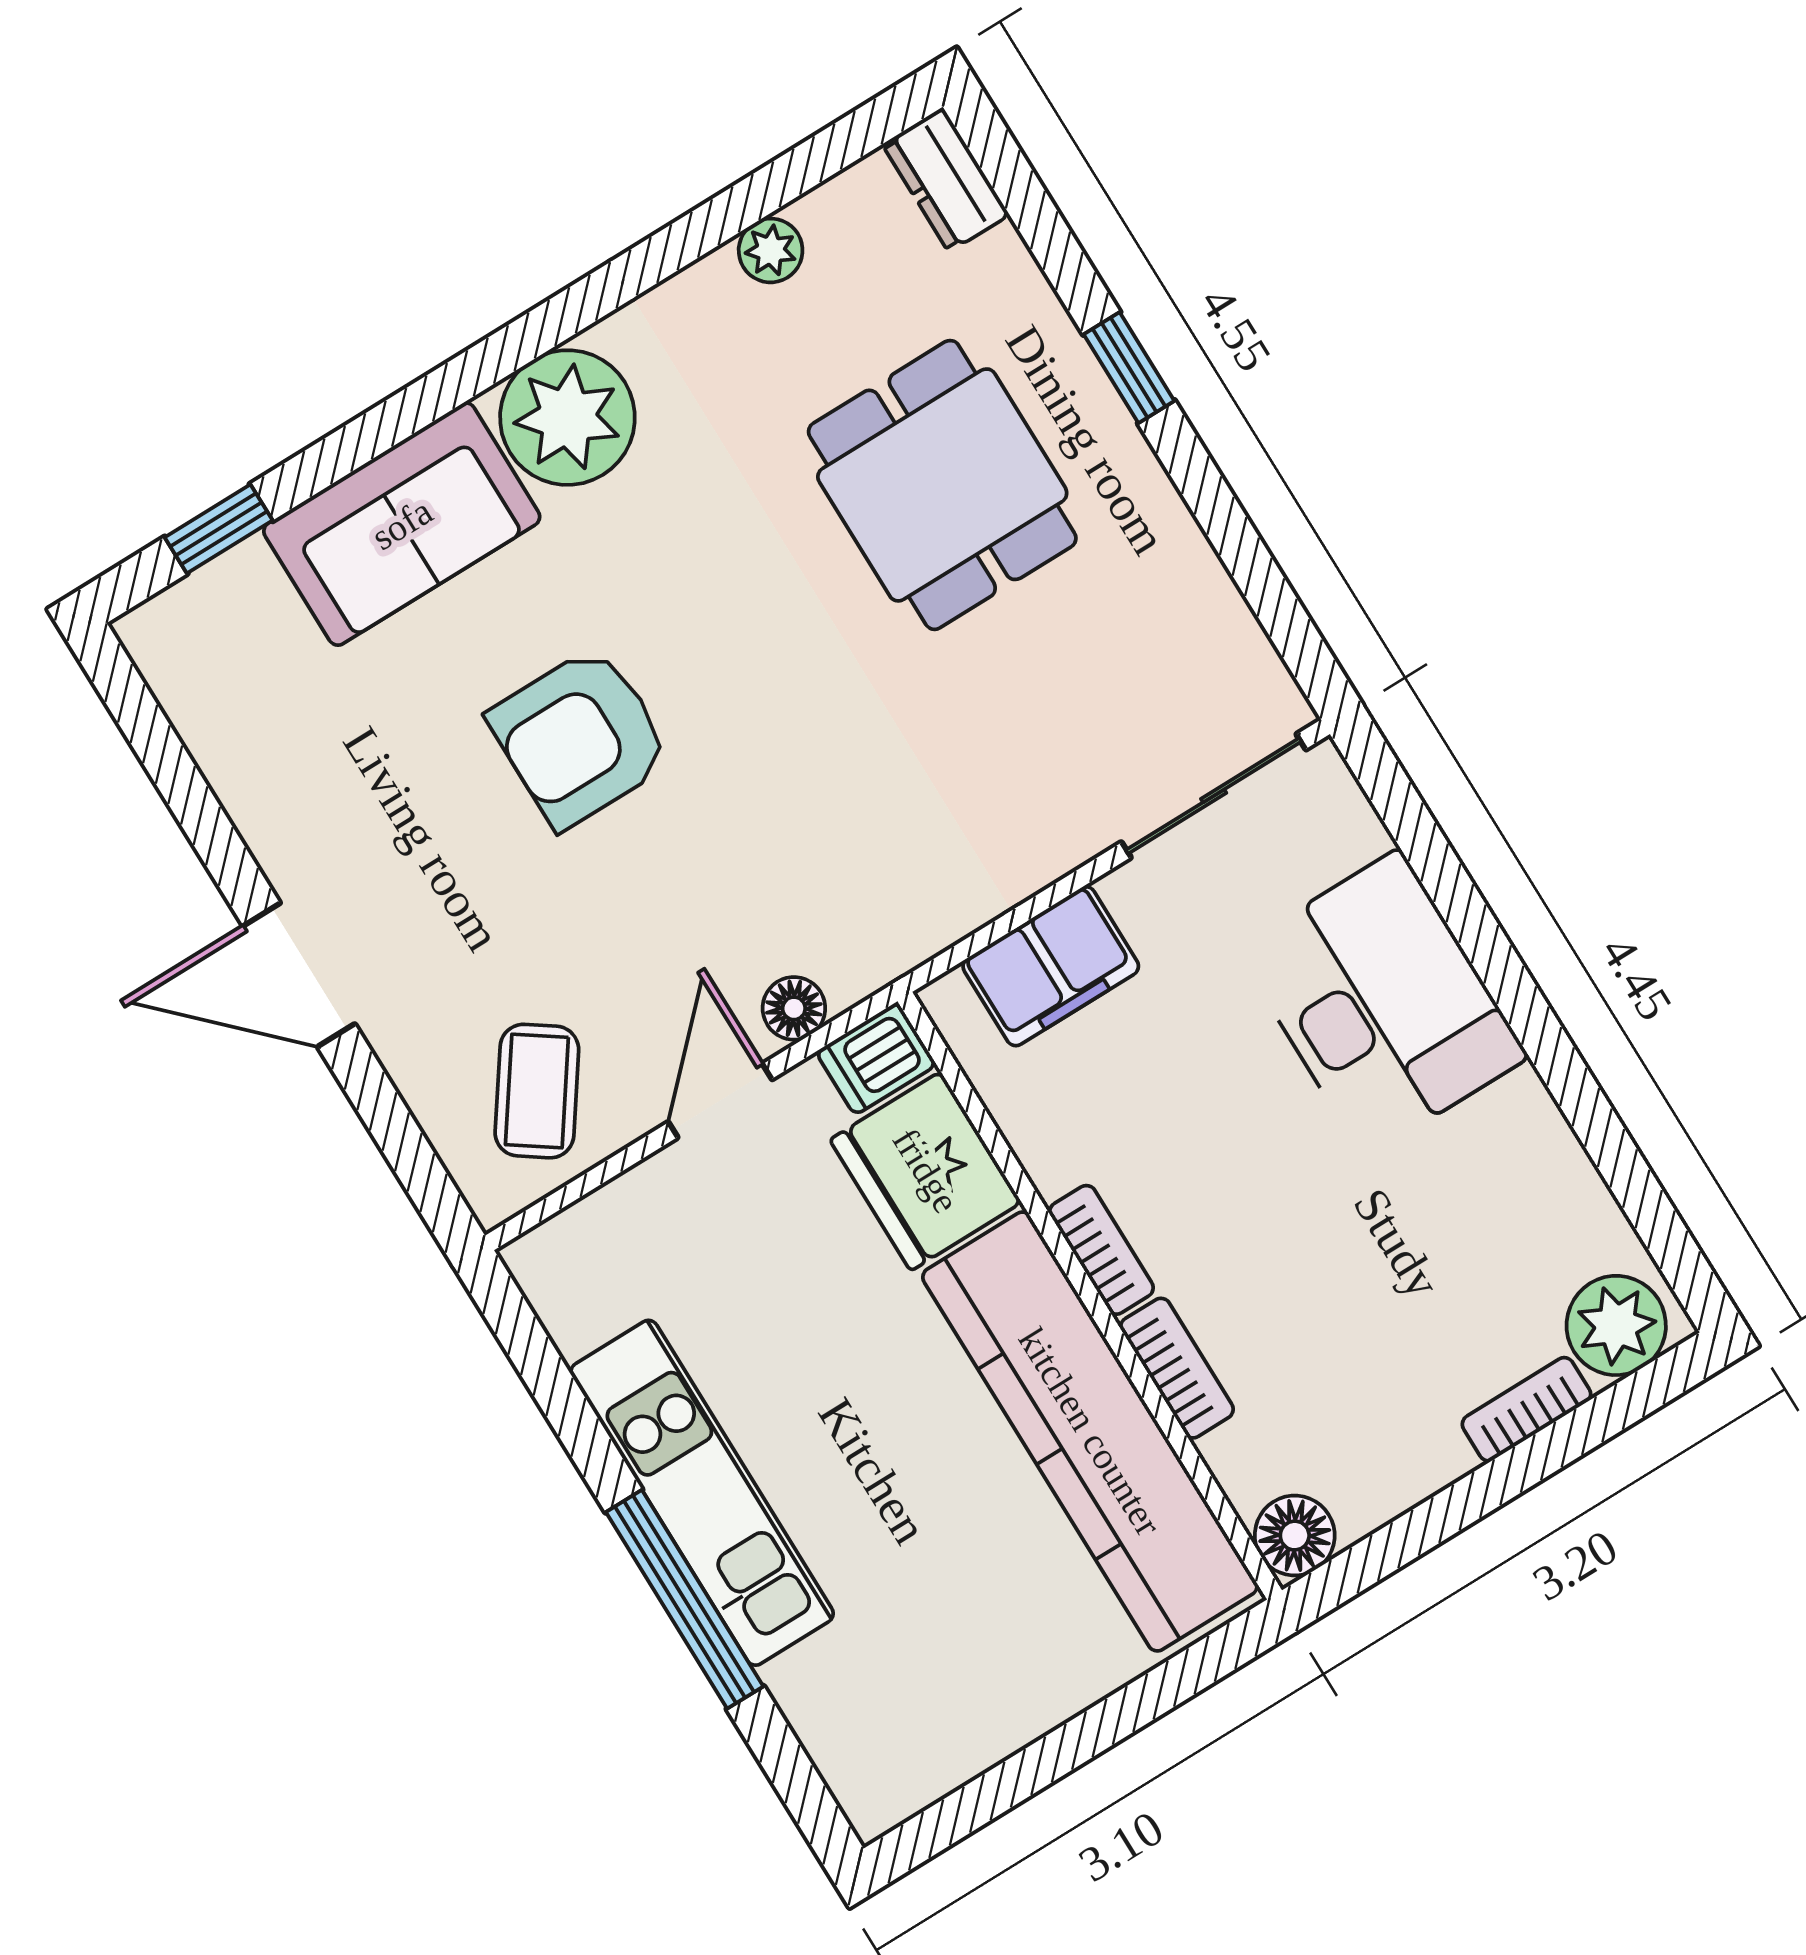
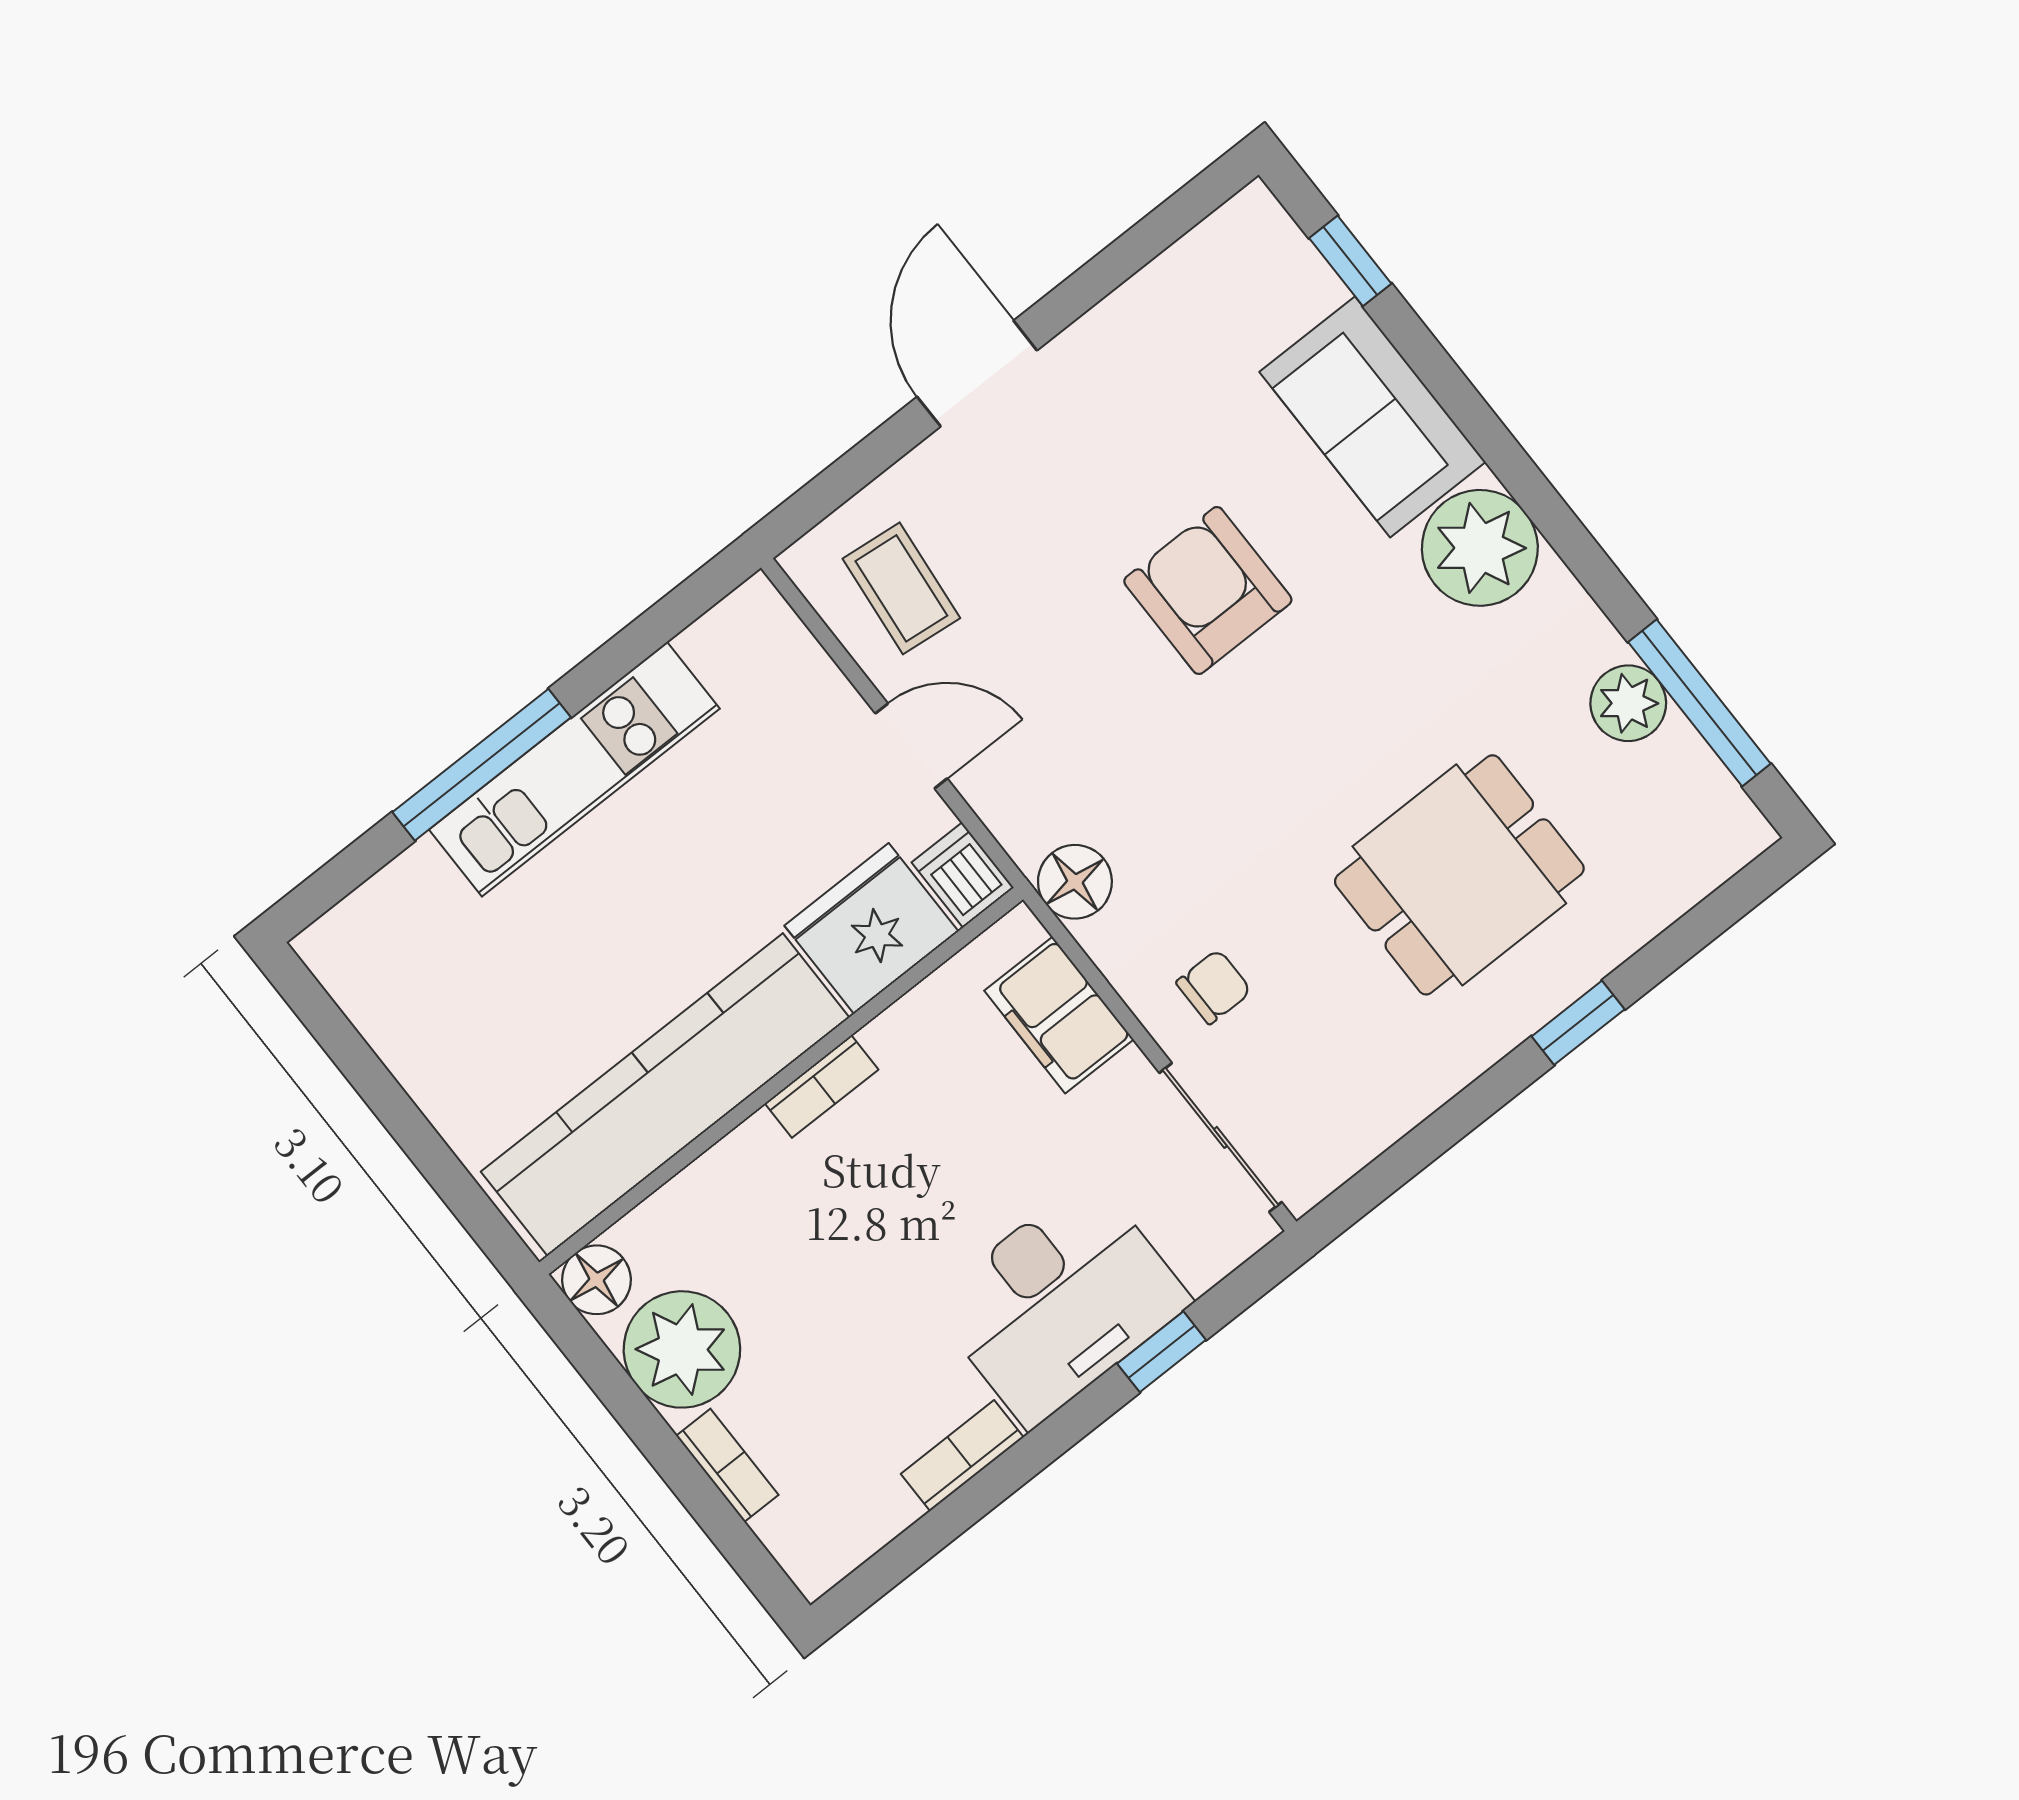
dresser: (946, 180) -> (1721, 848), removed
window: (776, 185) -> (1699, 703), added
plant: (771, 250) -> (1628, 703), width x1.38, depth x1.38
chair: (1039, 783) -> (1214, 987), added
window: (1453, 893) -> (1162, 1352), added
floor lamp: (794, 1008) -> (1075, 882), moved, width x1.37, depth x1.37
coffee table: (537, 1091) -> (901, 588), turned 61
plant: (1616, 1325) -> (682, 1349), moved, width x1.36, depth x1.36
bookcase: (1177, 1368) -> (962, 1456), moved, turned 180

